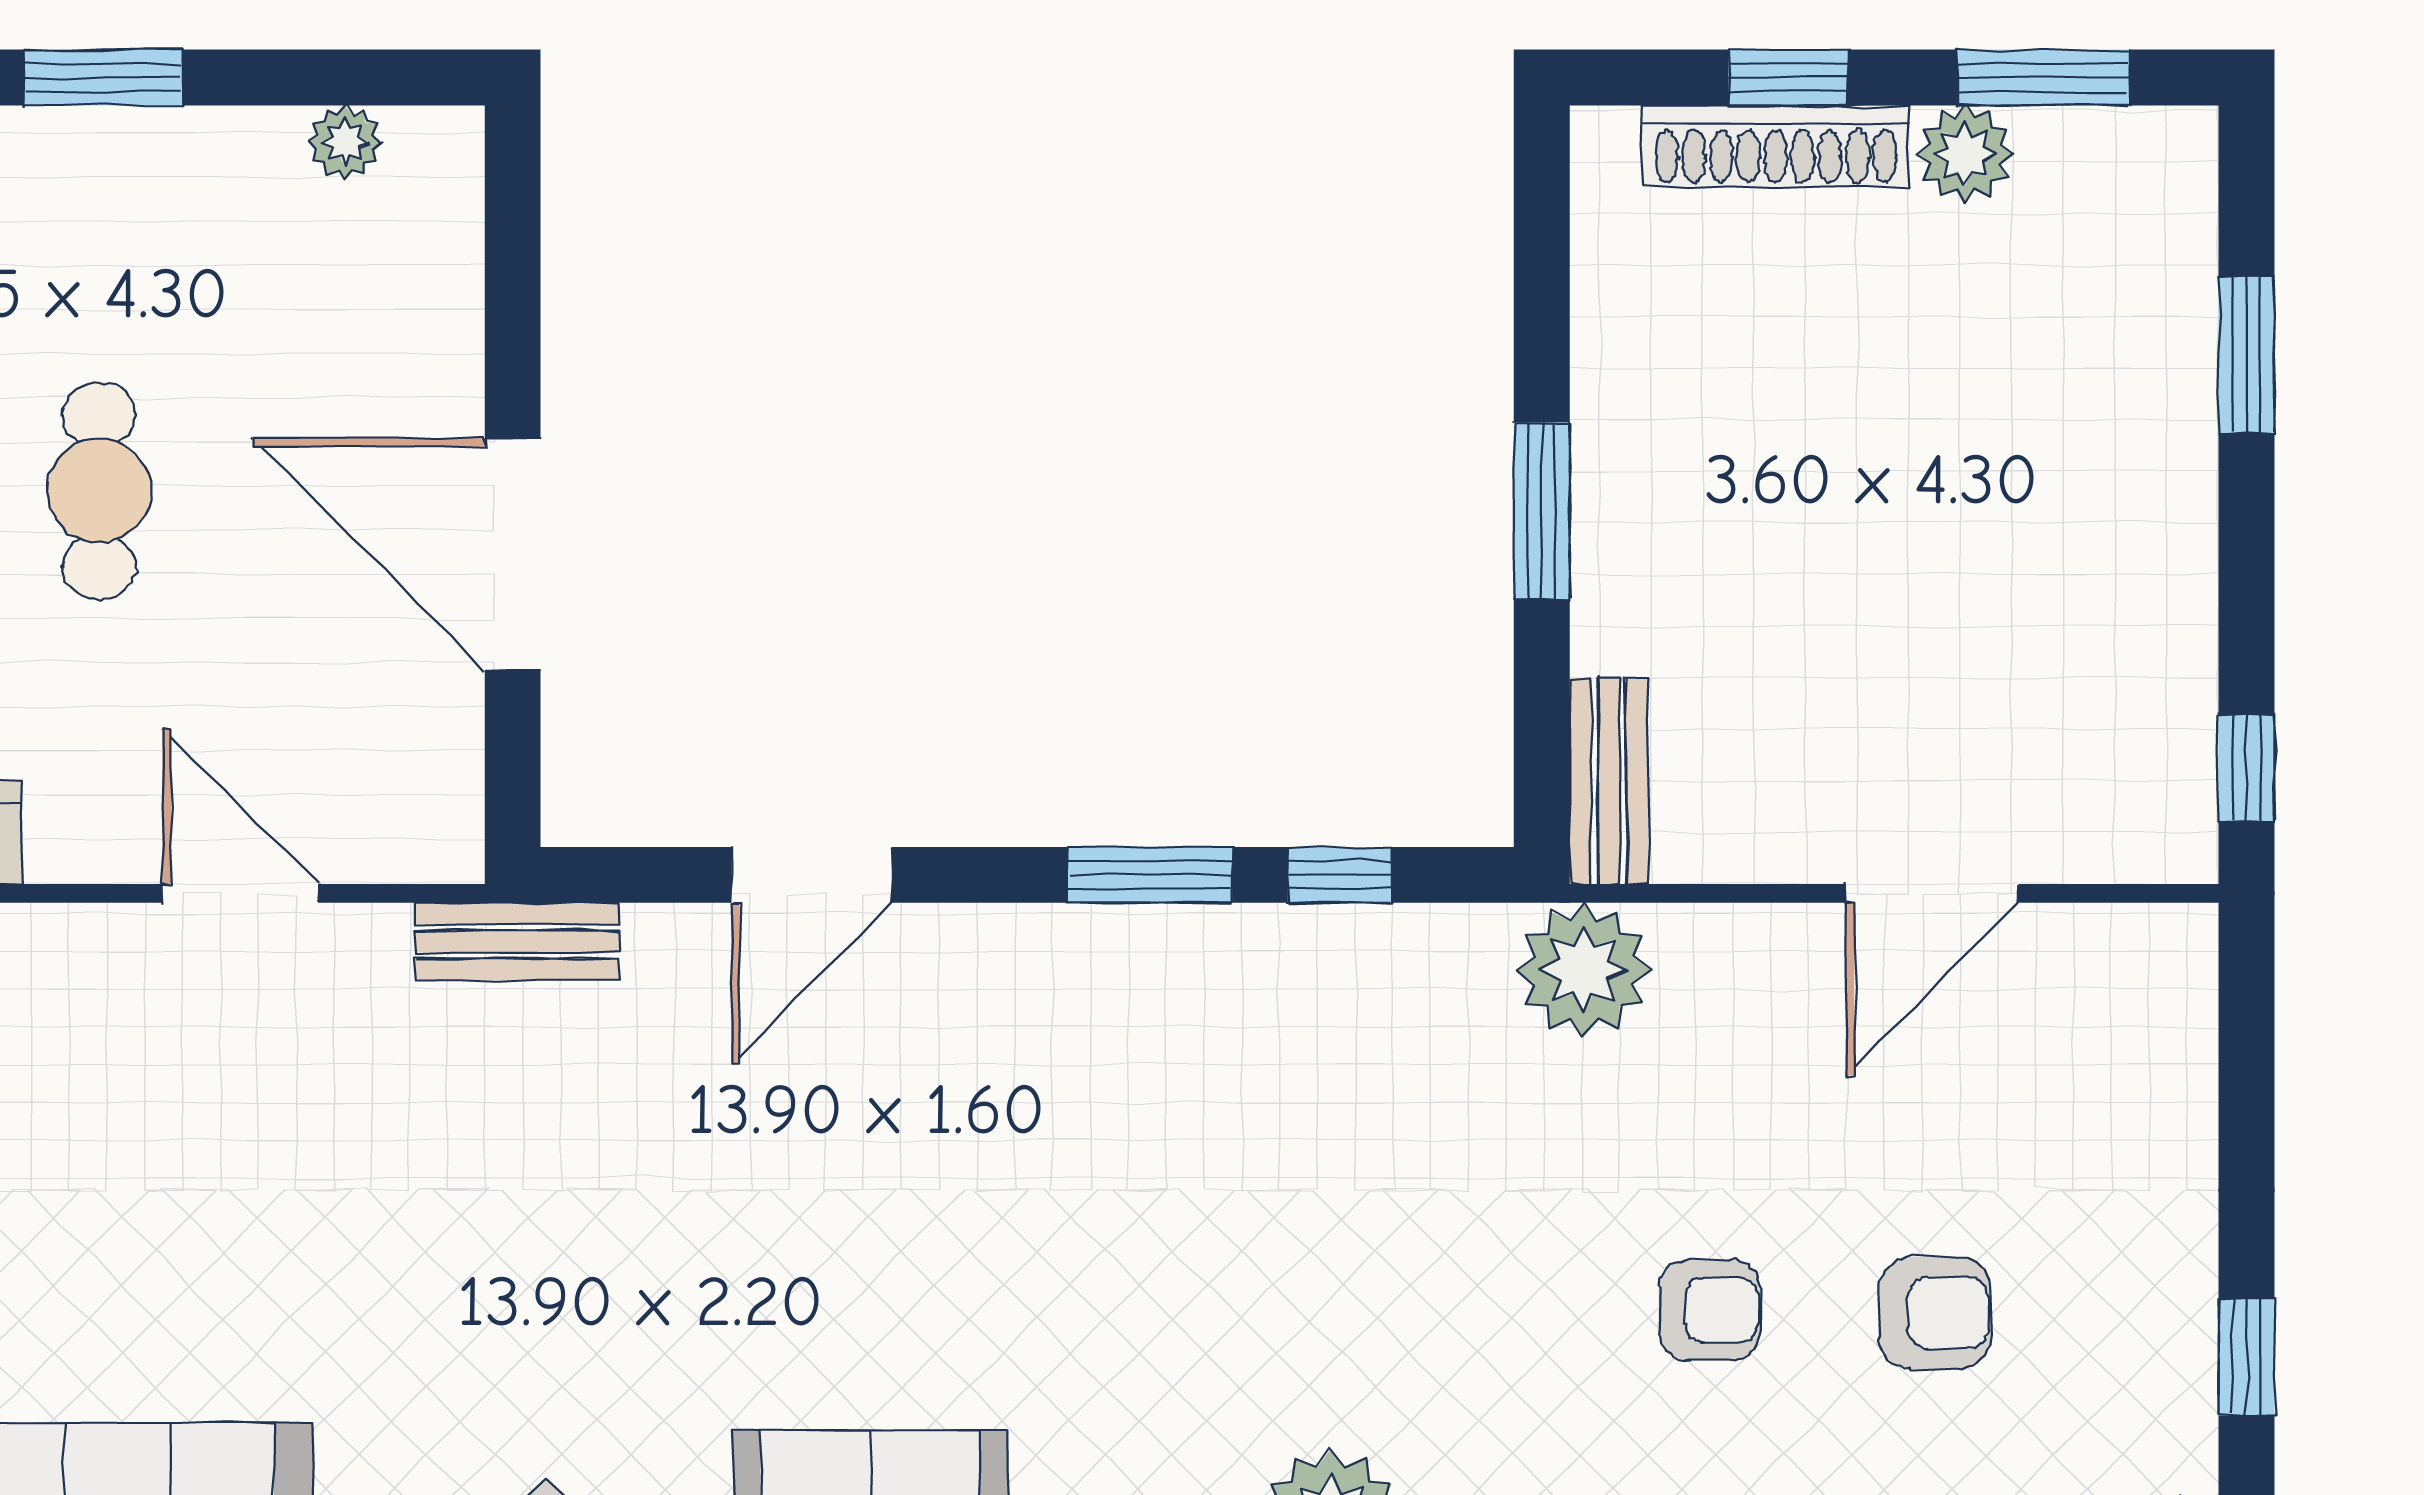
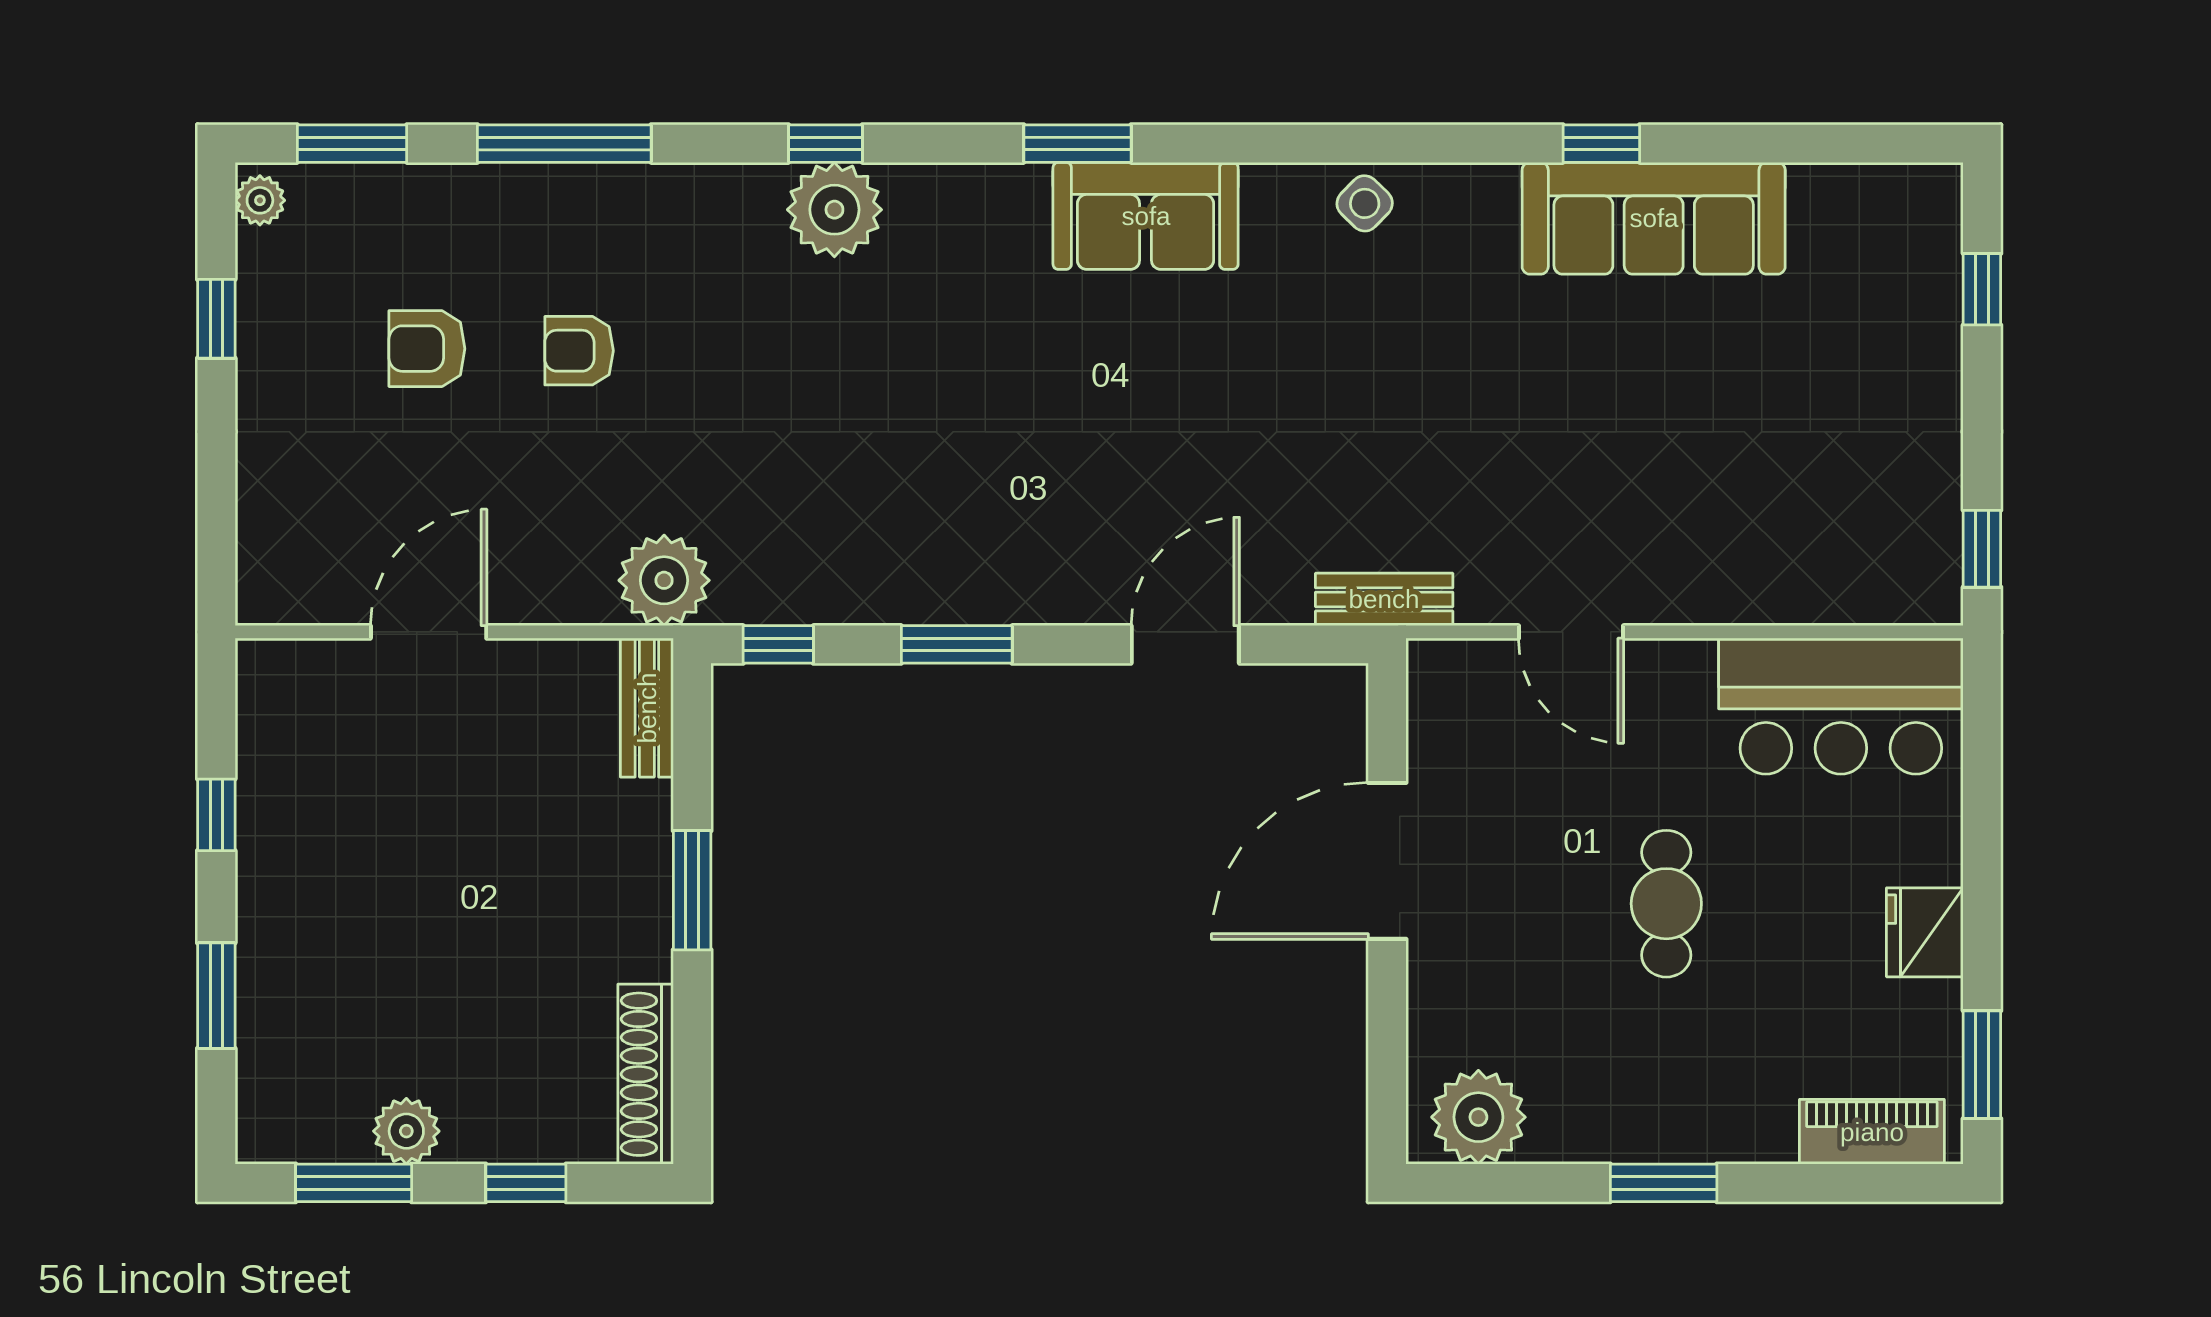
plant: (345, 142) -> (1478, 1117), width x1.88, depth x1.88
shoe rack: (1776, 146) -> (646, 1074), moved, turned -90
door: (513, 554) -> (1387, 861), swing flipped
window: (2246, 768) -> (216, 815), moved
window: (1340, 875) -> (778, 644), moved

